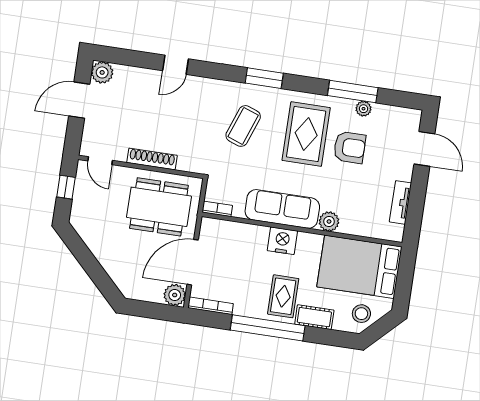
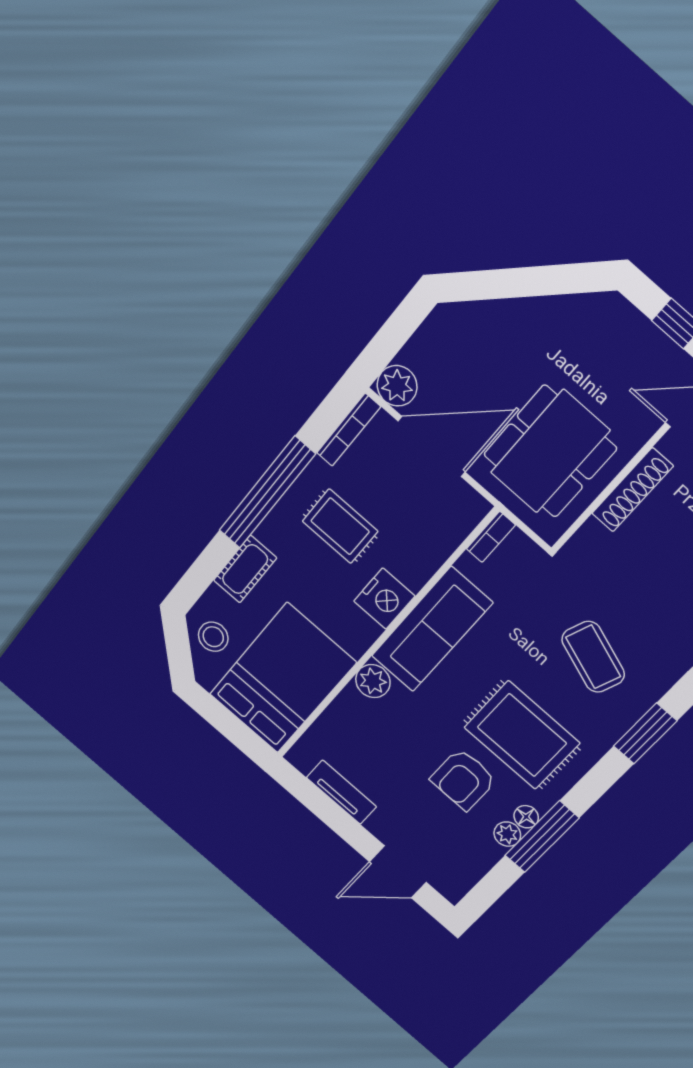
floor lamp: (348, 106) -> (526, 817), added
door: (193, 262) -> (432, 446), hinge flipped
rug: (283, 296) -> (340, 526), moved

